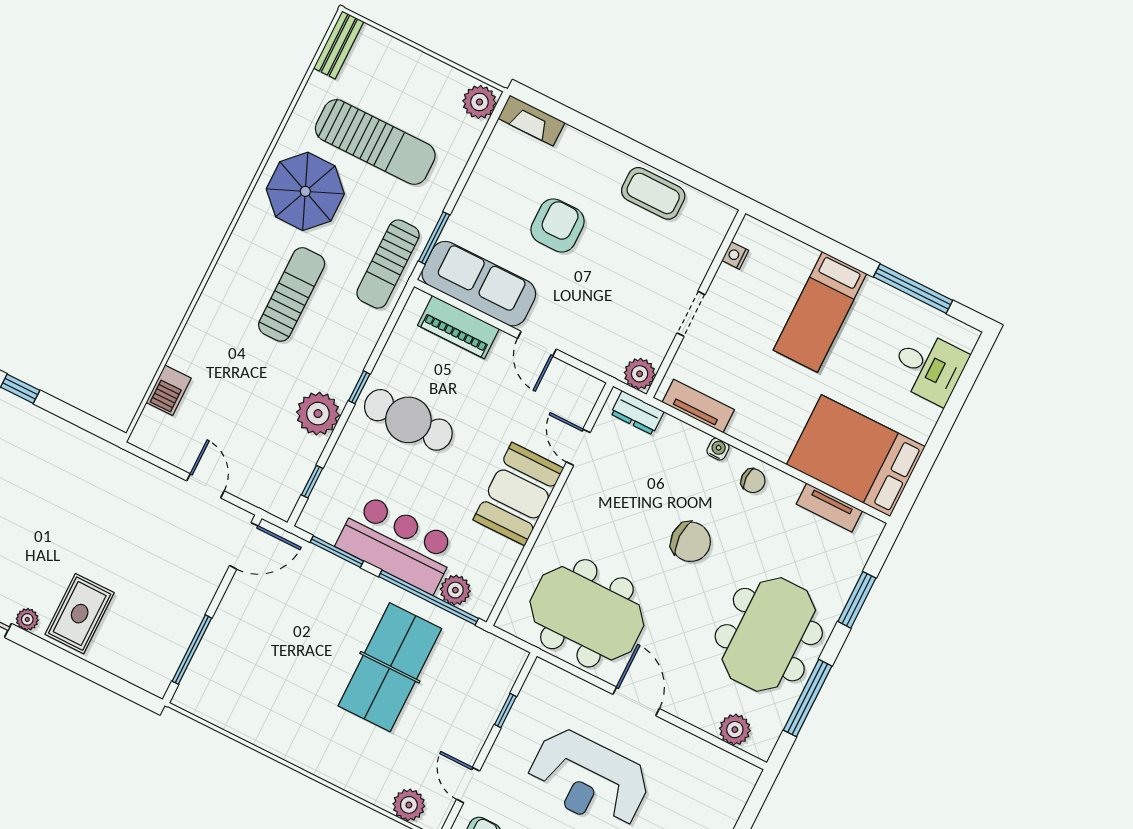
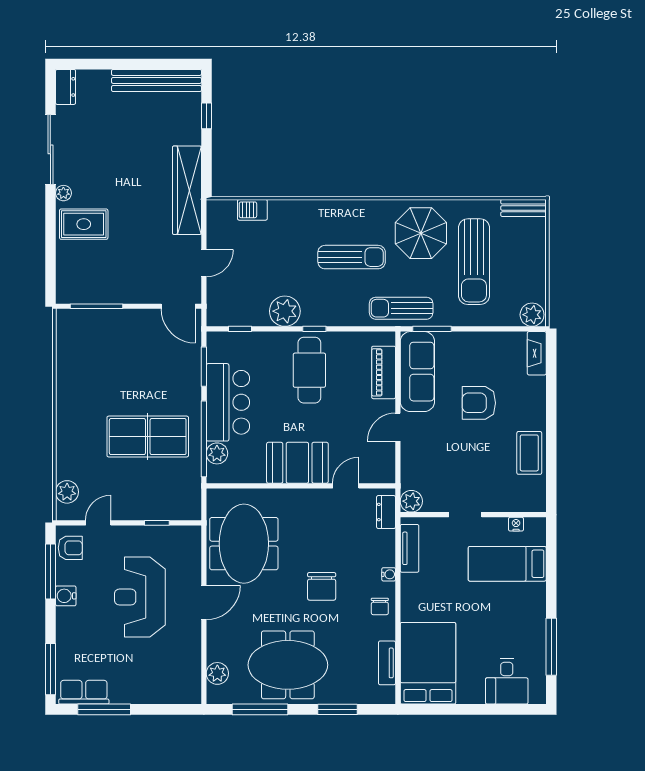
armchair: (558, 225) -> (479, 403), turned 180
bed: (820, 312) -> (507, 564), moved
wardrobe: (102, 461) -> (187, 190), added

